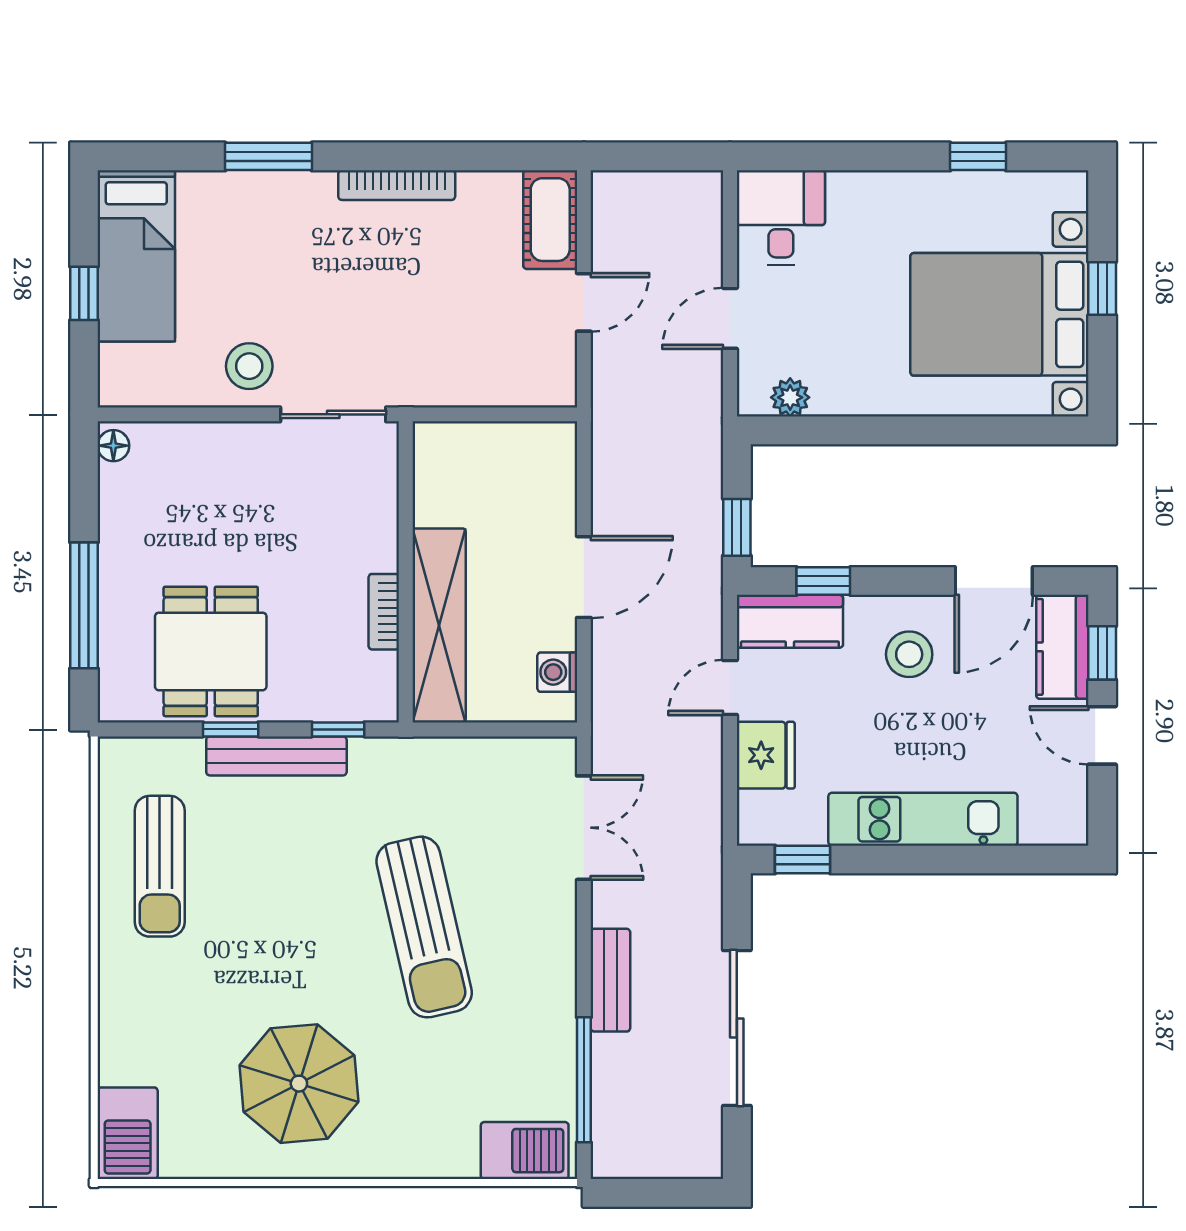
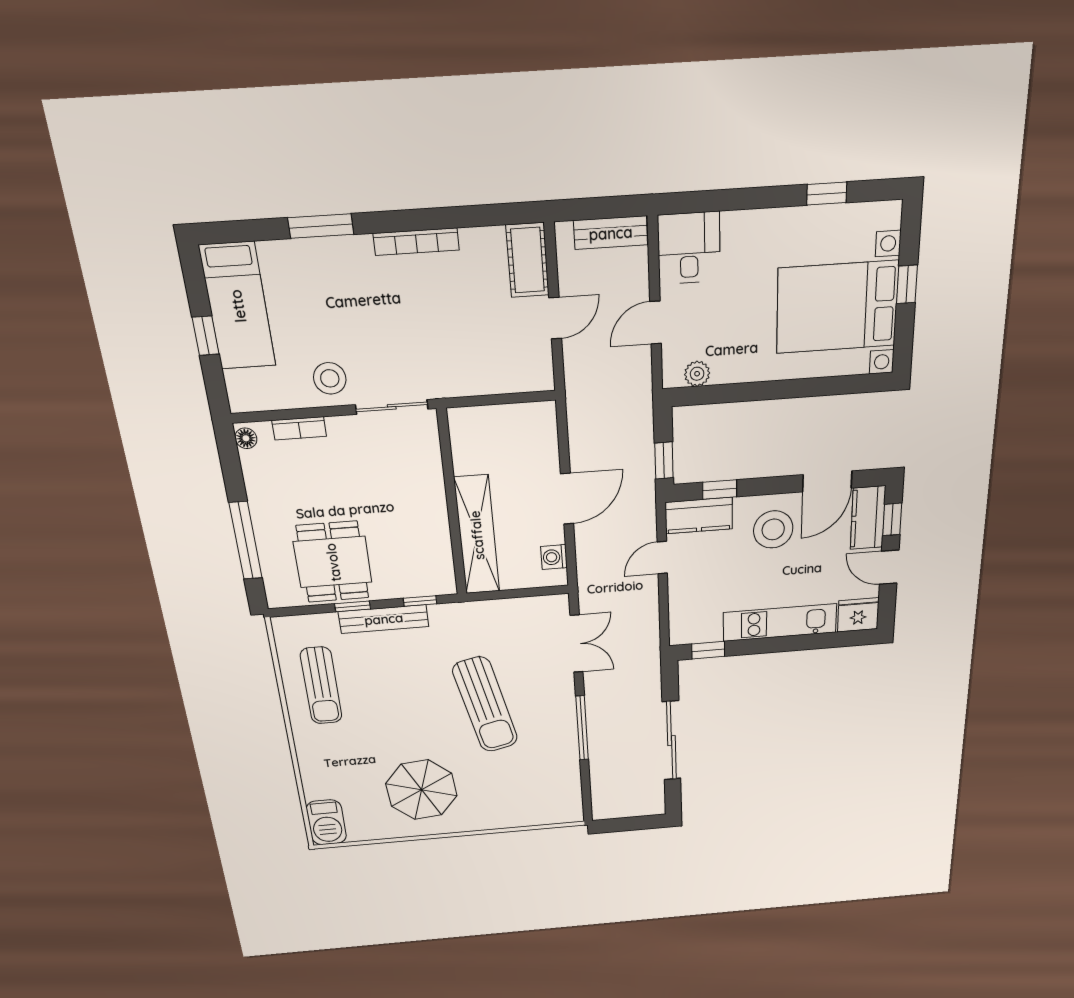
bookcase: (384, 612) -> (299, 428), moved, turned -90
stool: (909, 654) -> (773, 529), width x1.38, depth x1.38
fridge: (766, 755) -> (858, 615), moved, turned -90
bench: (610, 980) -> (611, 233), moved, turned 90
window: (584, 1080) -> (582, 728), moved
barbecue: (525, 1151) -> (554, 811), removed

